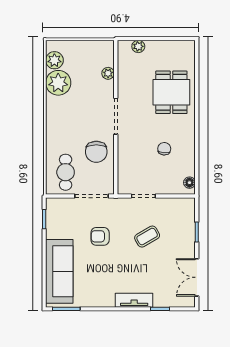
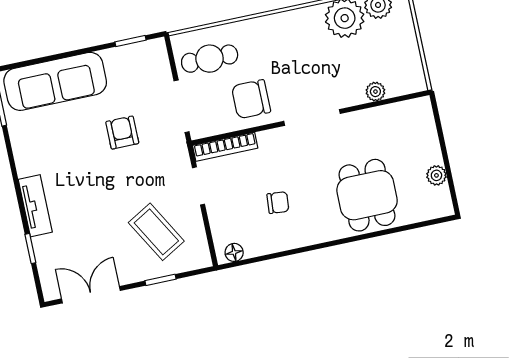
plant: (138, 46) -> (436, 175), moved
dining table: (171, 92) -> (367, 195), turned 90
bookcase: (122, 174) -> (225, 147), added
coffee table: (147, 237) -> (156, 232), moved, width x1.36, depth x1.30

